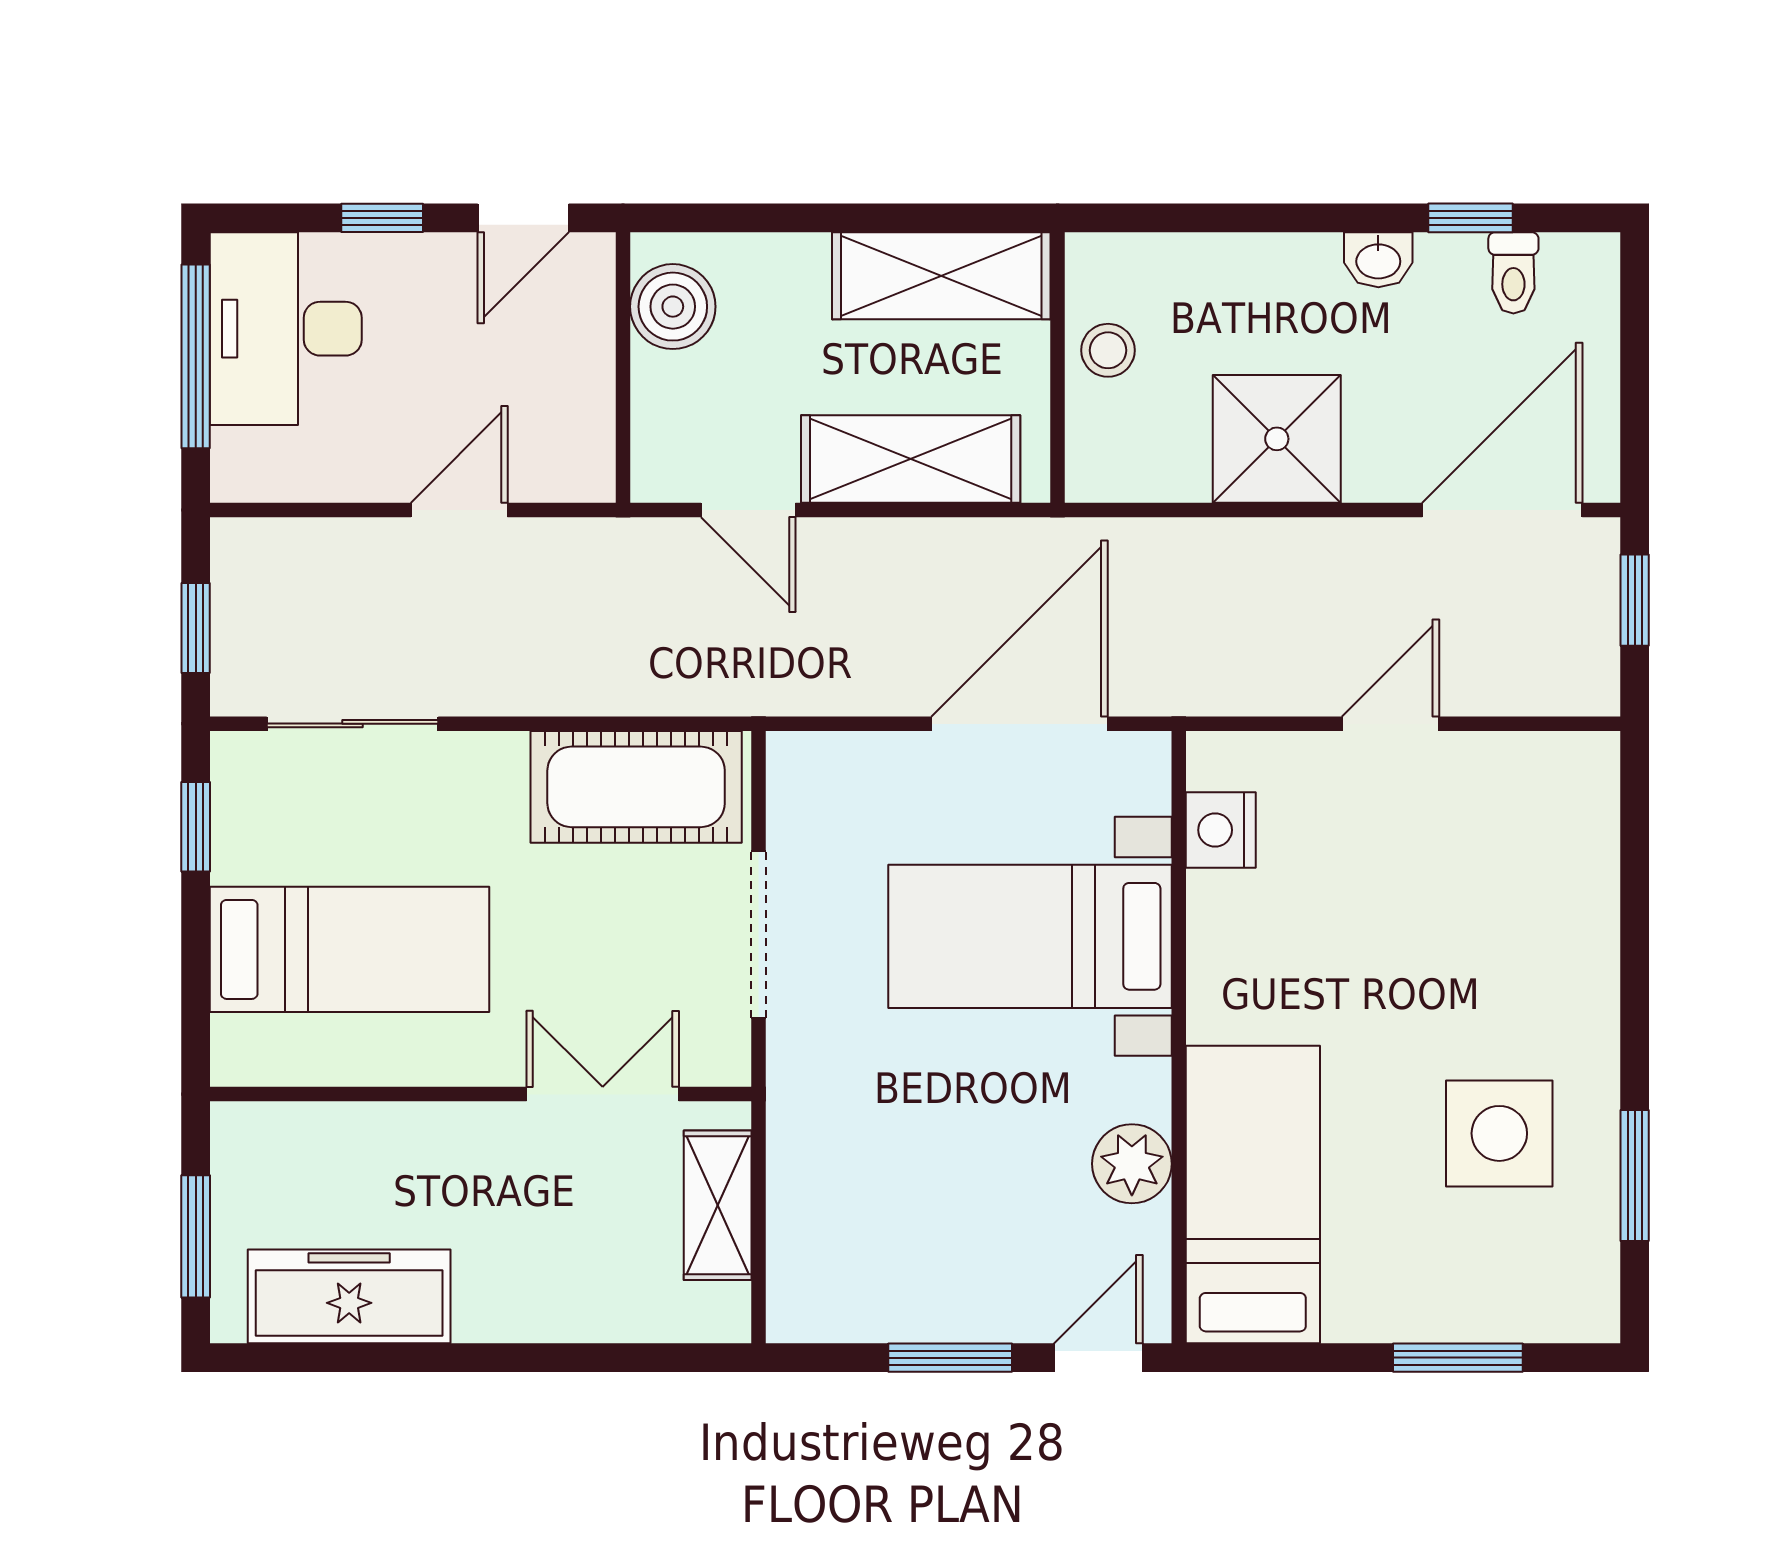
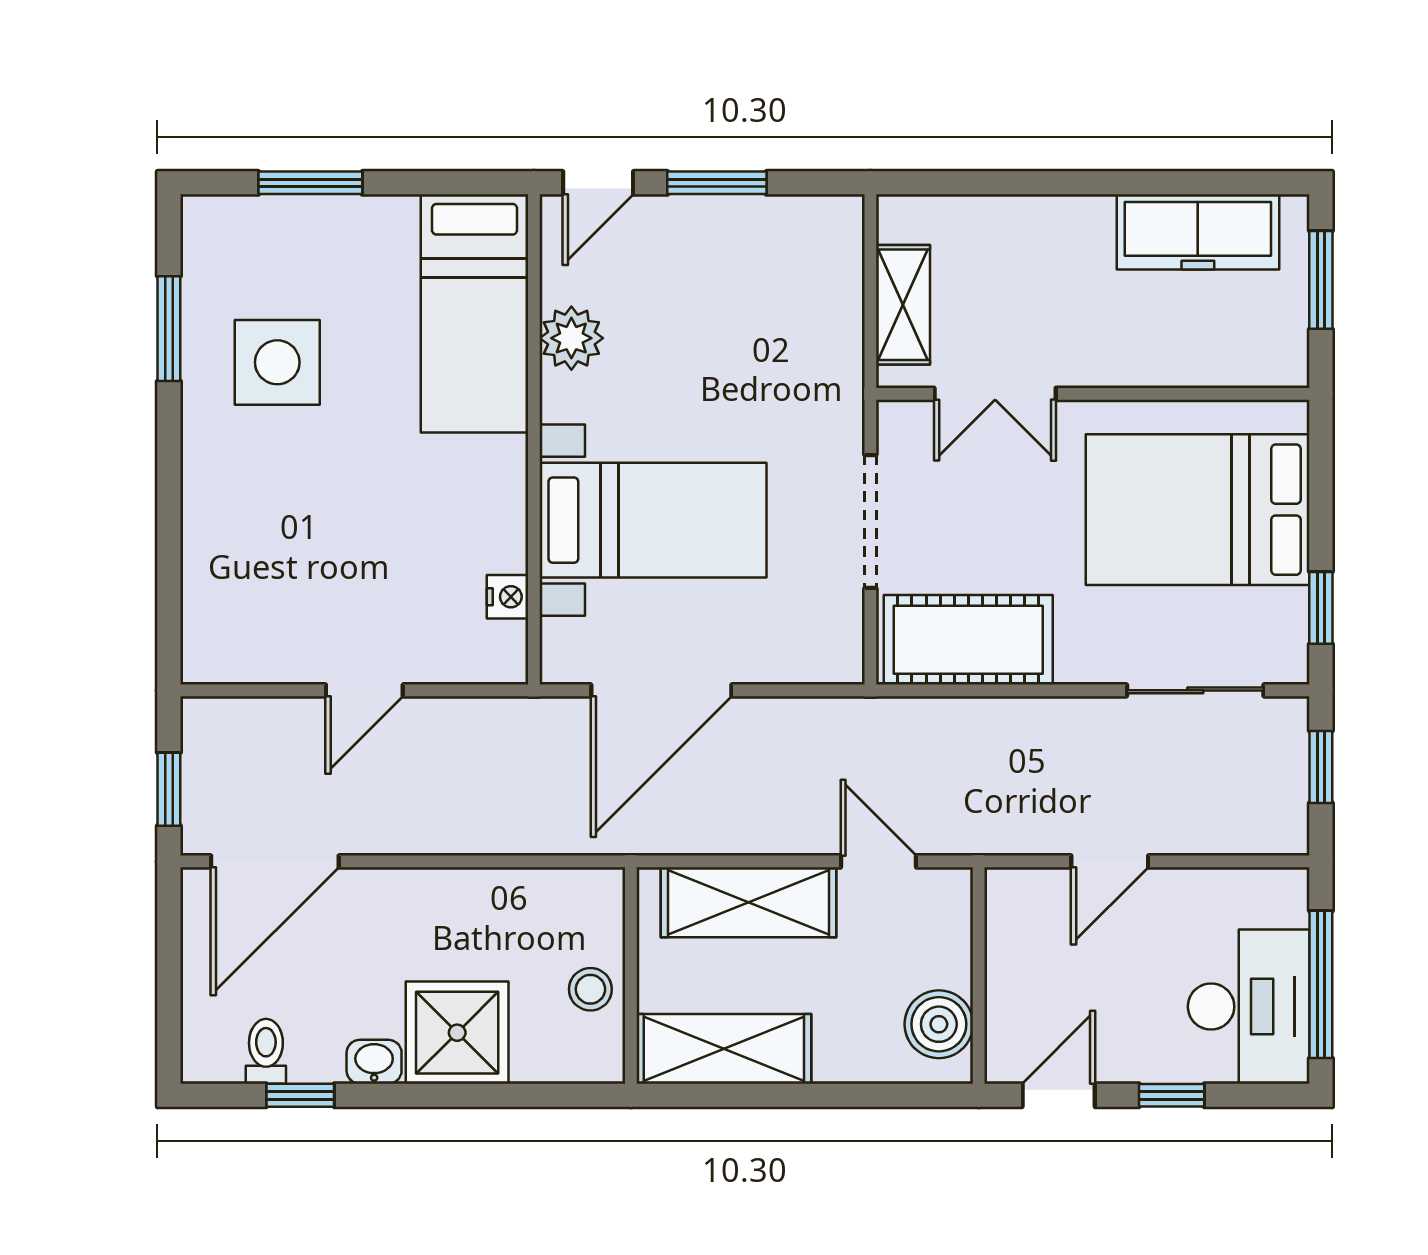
shower: (1277, 439) -> (457, 1033), moved
nightstand: (1221, 830) -> (508, 597), width x0.72, depth x0.74
bed: (349, 949) -> (1198, 510), width x1.50

